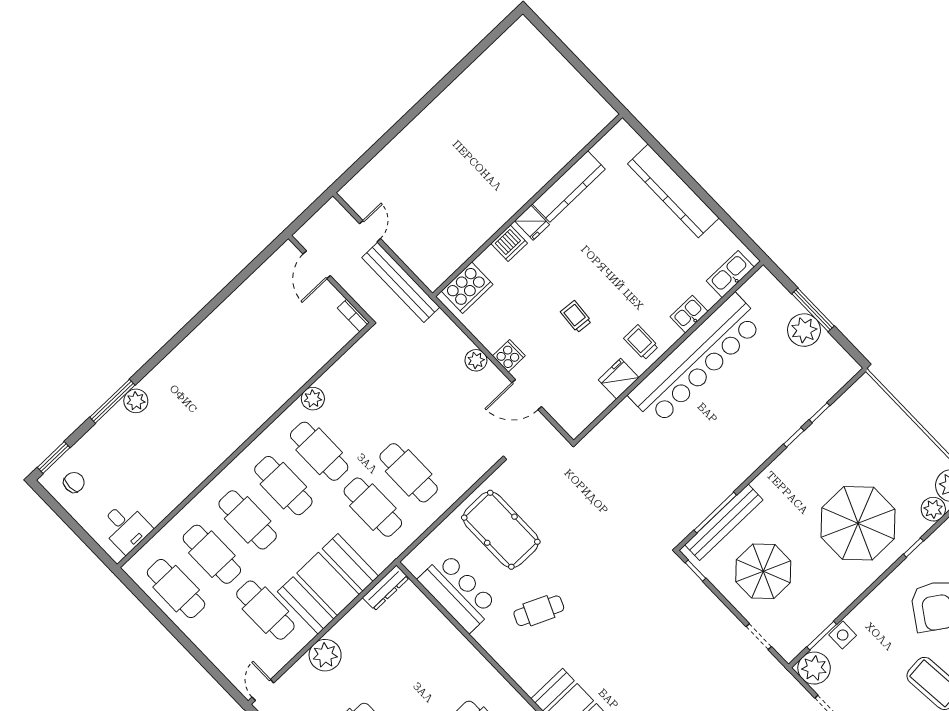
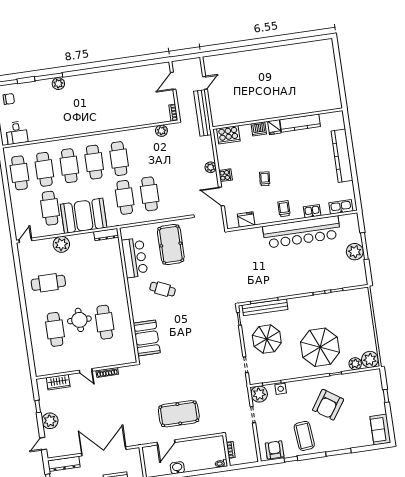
fridge: (619, 379) -> (246, 220), moved
plant: (313, 399) -> (161, 131), moved

